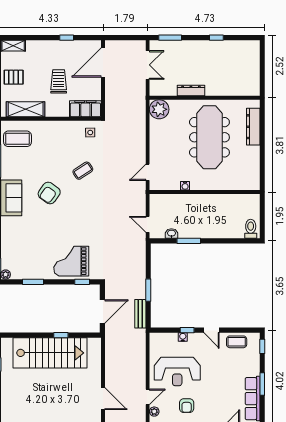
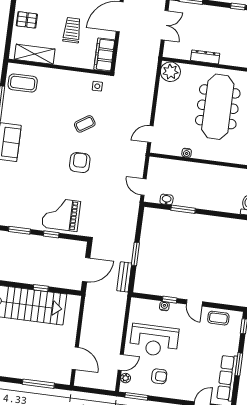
filing cabinet: (85, 109) -> (104, 55), moved, turned -90
armchair: (49, 193) -> (80, 163), moved, turned 144
window: (82, 282) -> (51, 234), moved
armchair: (187, 406) -> (159, 376), turned -90

